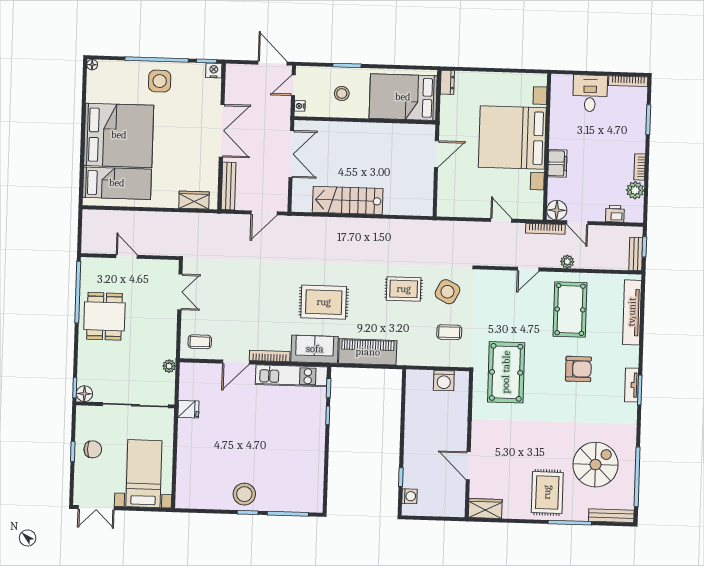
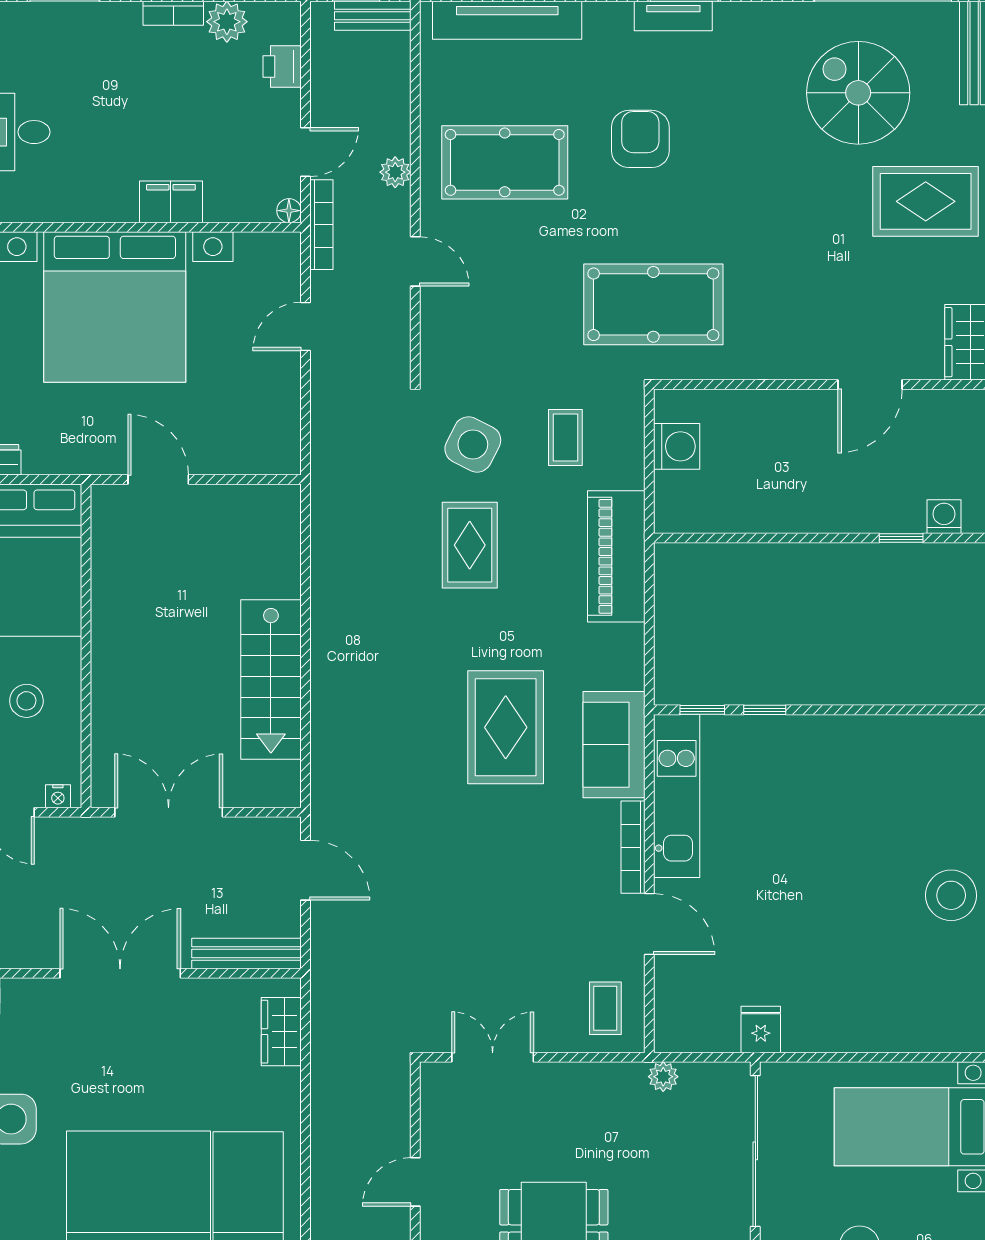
floor lamp: (557, 210) -> (289, 211), width x0.53, depth x0.53
piano: (368, 352) -> (616, 556), moved

